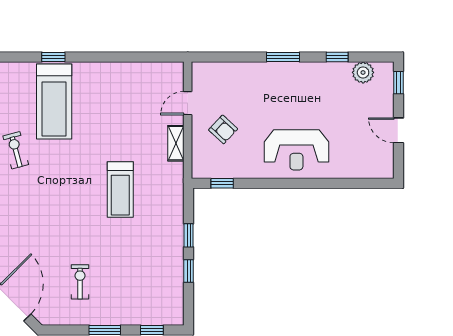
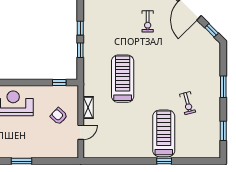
treadmill: (120, 190) -> (123, 79), width x1.37, depth x1.38

